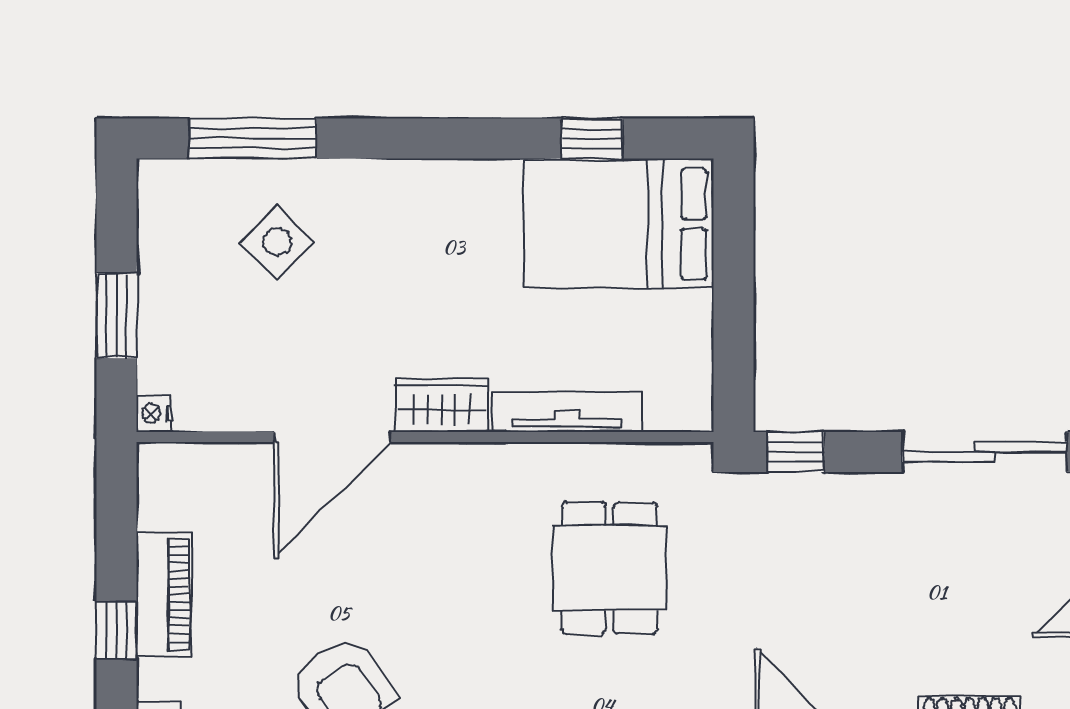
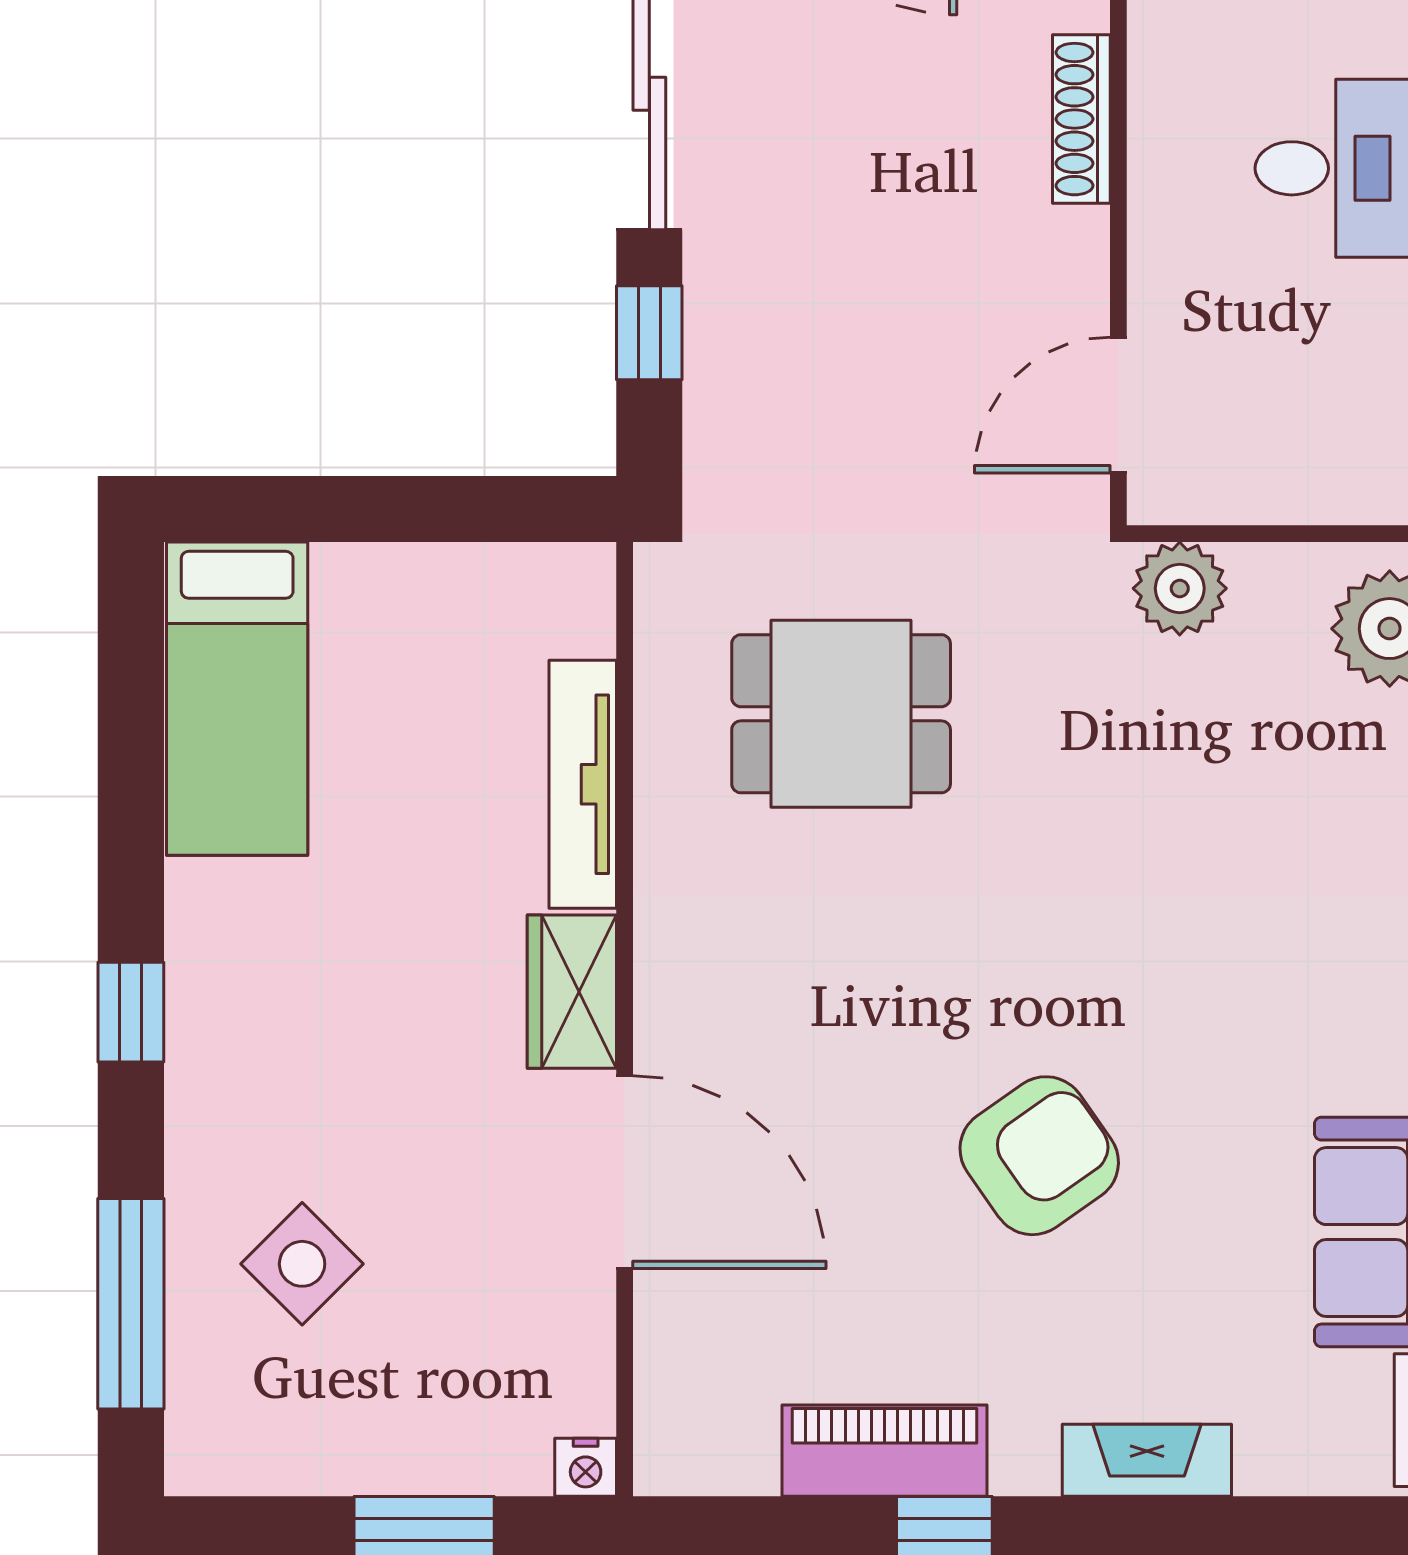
window: (592, 138) -> (131, 1012), moved
bed: (619, 224) -> (237, 699), width x0.67
window: (795, 452) -> (649, 333), moved

